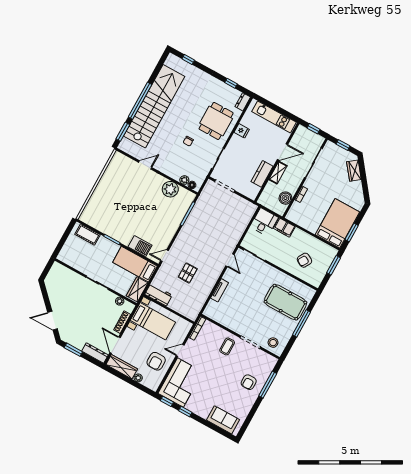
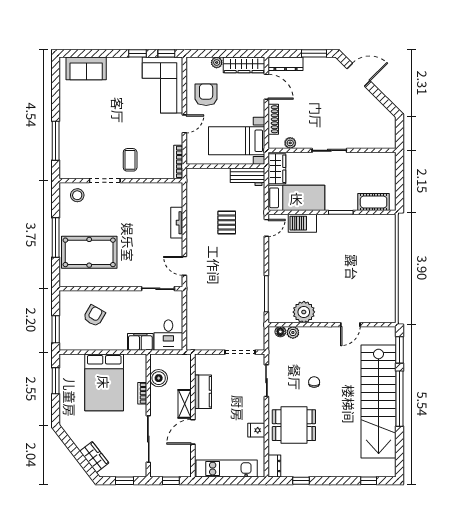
dining table: (216, 121) -> (294, 425), turned 90
bed: (337, 223) -> (104, 382), moved
armchair: (249, 382) -> (80, 131), removed

